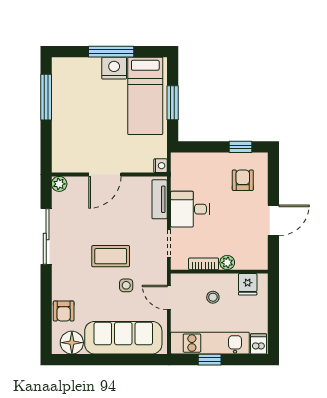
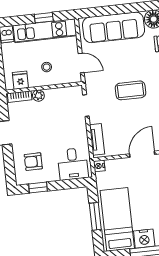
armchair: (243, 180) -> (33, 162), turned 90
desk: (190, 209) -> (73, 164), moved, turned 90
bookcase: (204, 264) -> (20, 97), moved
side table: (126, 285) -> (116, 69), removed

